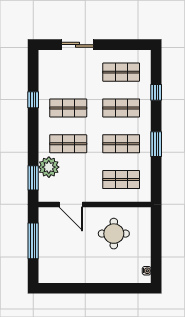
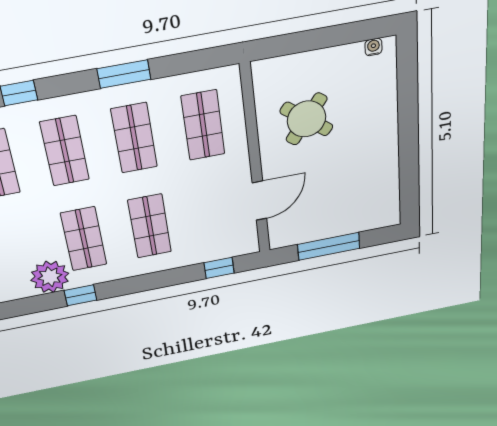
plant: (49, 167) -> (50, 277), moved
window: (33, 178) -> (219, 268), width x0.67
round table: (114, 234) -> (307, 119), turned 38

